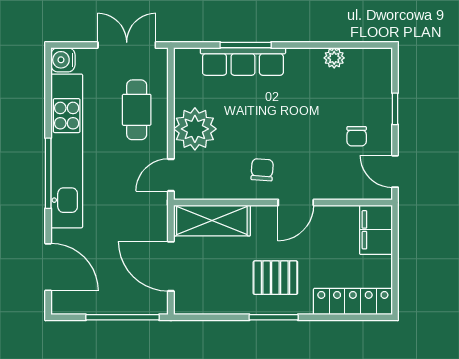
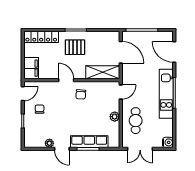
door: (305, 45) -> (62, 149), added
plant: (195, 129) -> (115, 117), width x0.53, depth x0.53
kitchen unit: (67, 151) -> (166, 94), width x0.73
door: (395, 171) -> (23, 94), hinge flipped
door: (296, 202) -> (66, 80), hinge flipped

